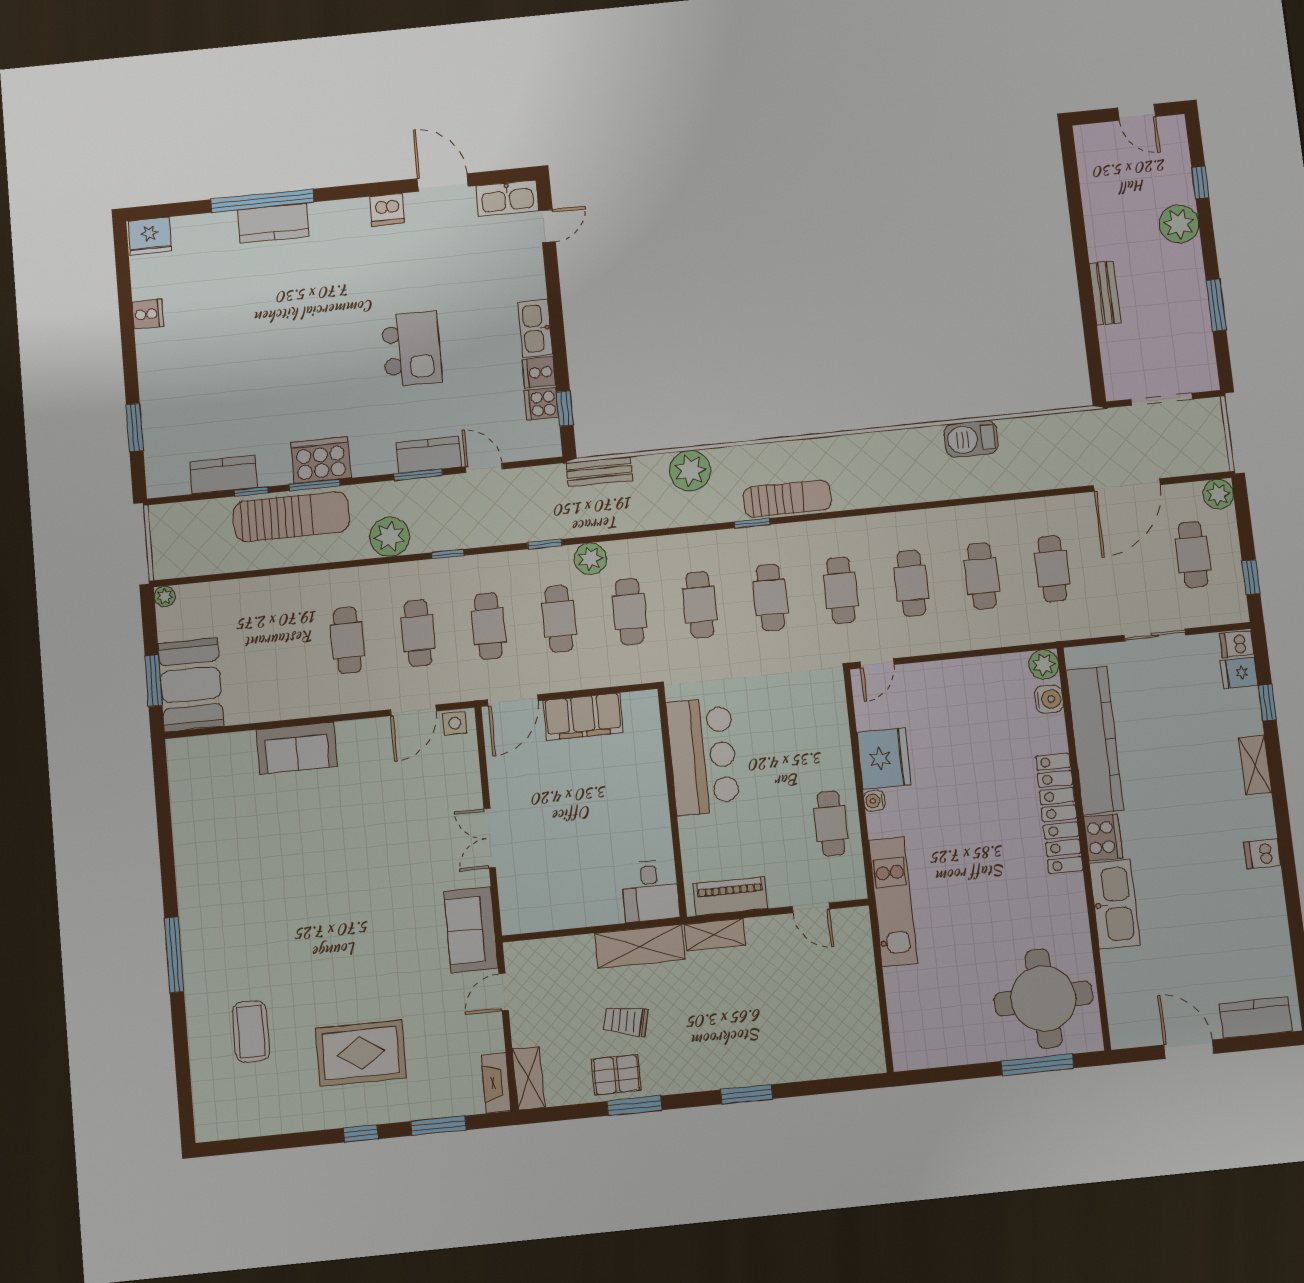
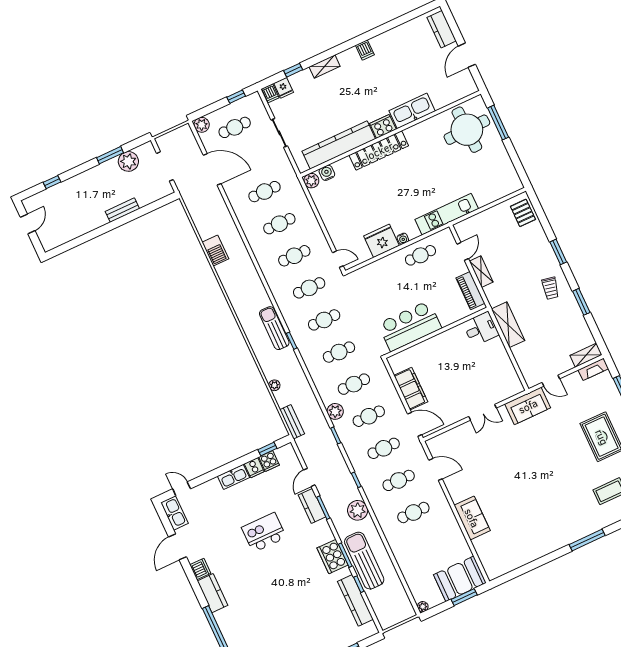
kitchen counter: (273, 223) -> (212, 593), moved
plant: (1179, 224) -> (128, 161), moved
plant: (690, 471) -> (274, 385), width x0.53, depth x0.53
kitchen counter: (223, 475) -> (355, 600), width x1.50
side table: (455, 723) -> (435, 448), removed
shelving: (715, 935) -> (481, 272), moved
trolley: (626, 1021) -> (550, 288), moved
pallet: (616, 1075) -> (523, 213), moved

